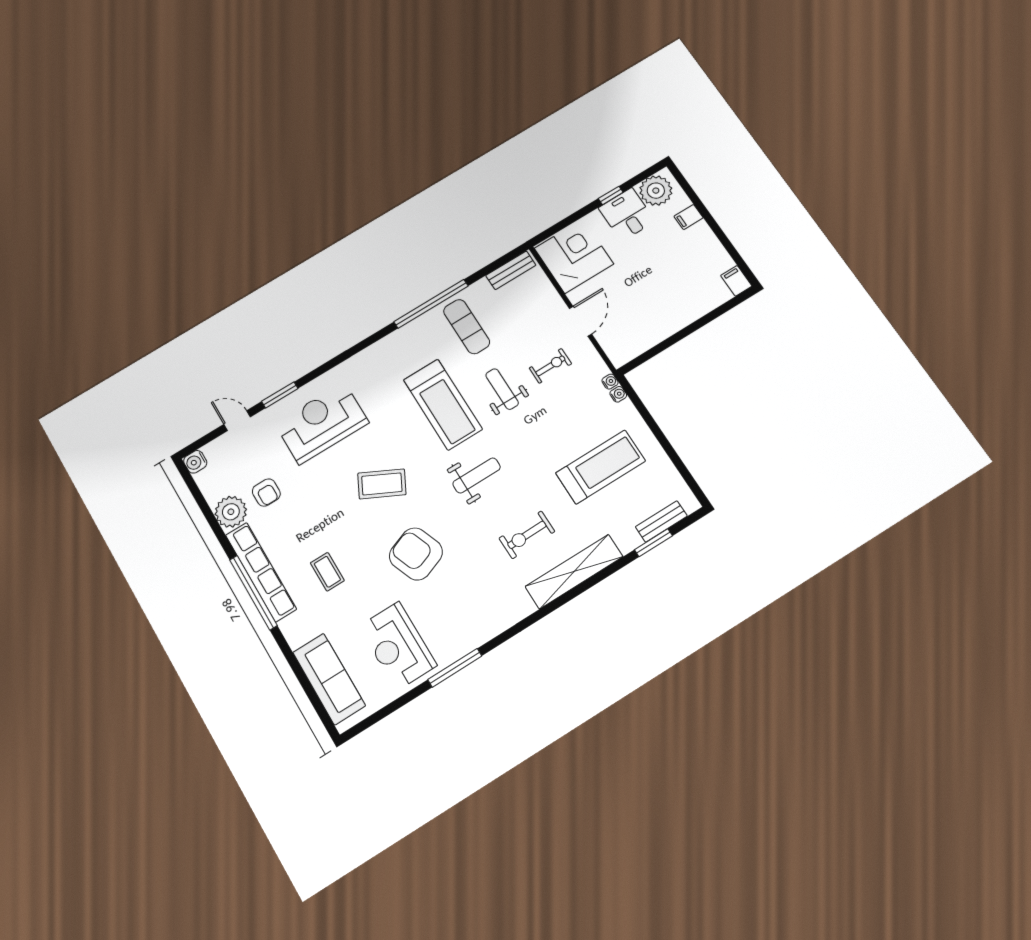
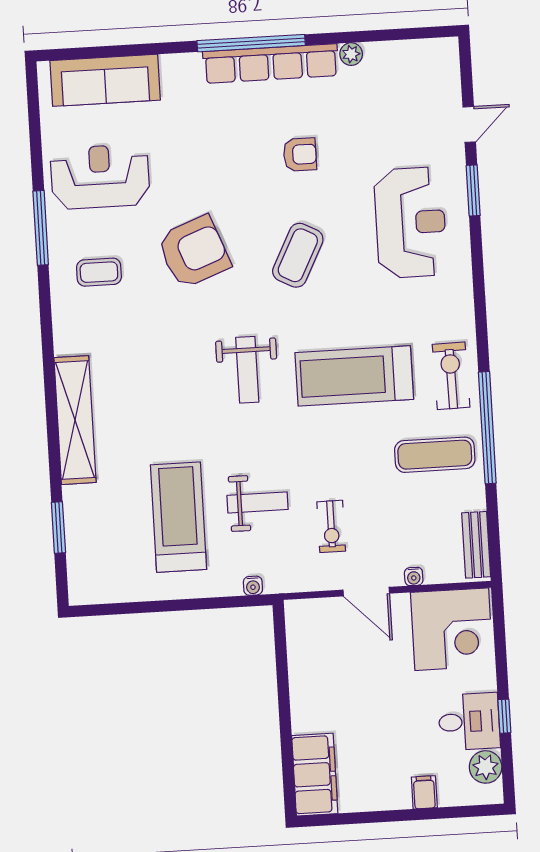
plant: (656, 191) -> (486, 767), width x0.73, depth x0.73
filing cabinet: (736, 281) -> (315, 775), width x3.00, depth x1.17
water cooler: (610, 382) -> (414, 576), moved
weight bench: (502, 389) -> (258, 502), moved
water cooler: (195, 462) -> (446, 51), removed
treadmill: (601, 467) -> (178, 517), turned 180
armchair: (266, 492) -> (300, 154), moved, turned 180
plant: (231, 512) -> (351, 54), width x0.53, depth x0.53
bench: (661, 521) -> (78, 550), removed
exercise bike: (527, 535) -> (451, 376), moved
coffee table: (327, 572) -> (99, 272), moved

